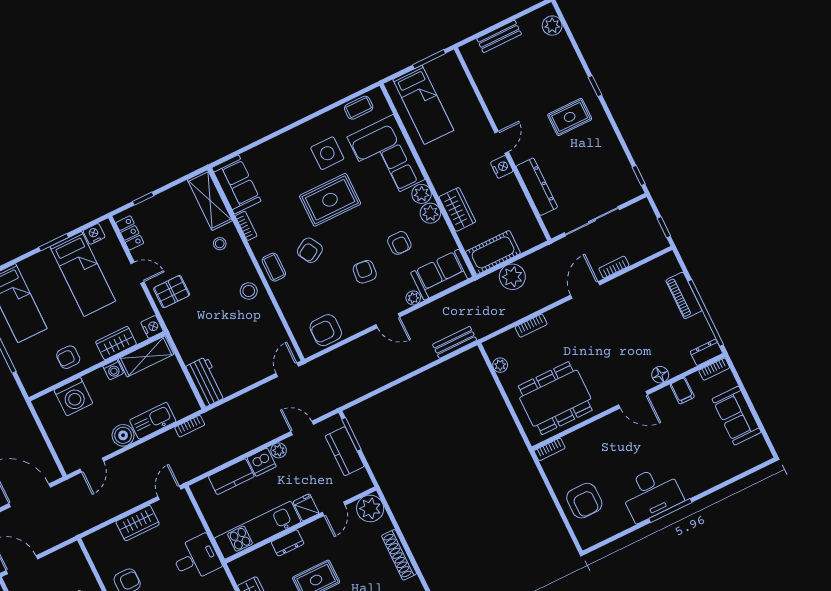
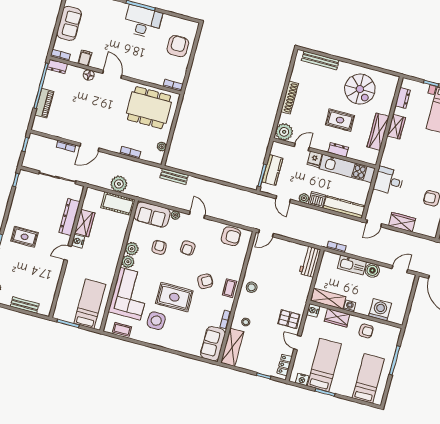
wardrobe: (457, 209) -> (85, 223), moved, turned 180
kitchen counter: (231, 477) -> (344, 207), width x1.50

